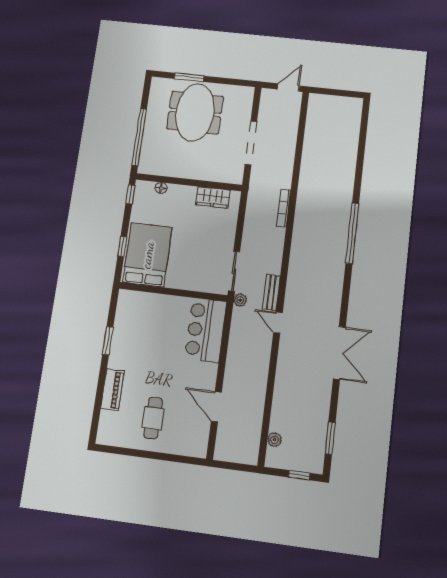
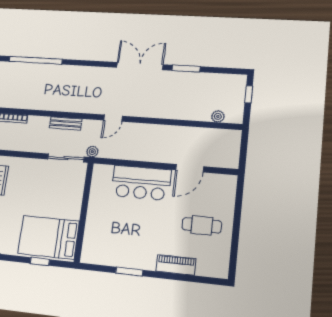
bench: (271, 292) -> (66, 123), moved
bar counter: (206, 330) -> (141, 183), moved
window: (330, 438) -> (186, 69), moved

